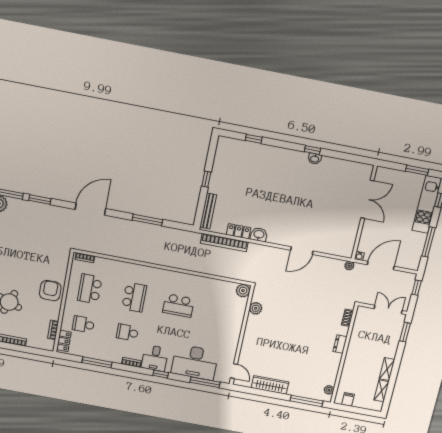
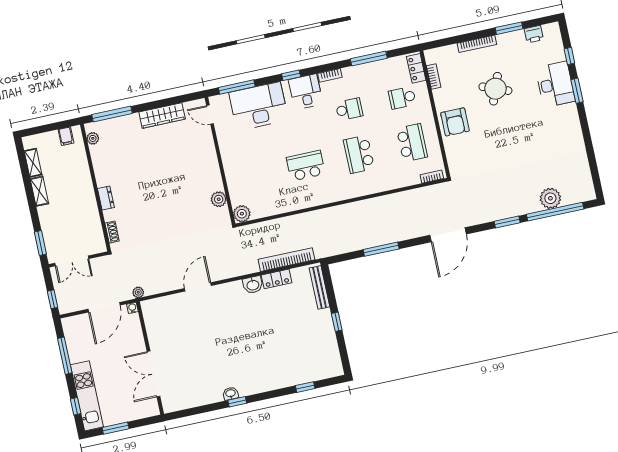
school desk: (83, 324) -> (402, 98), turned 180

